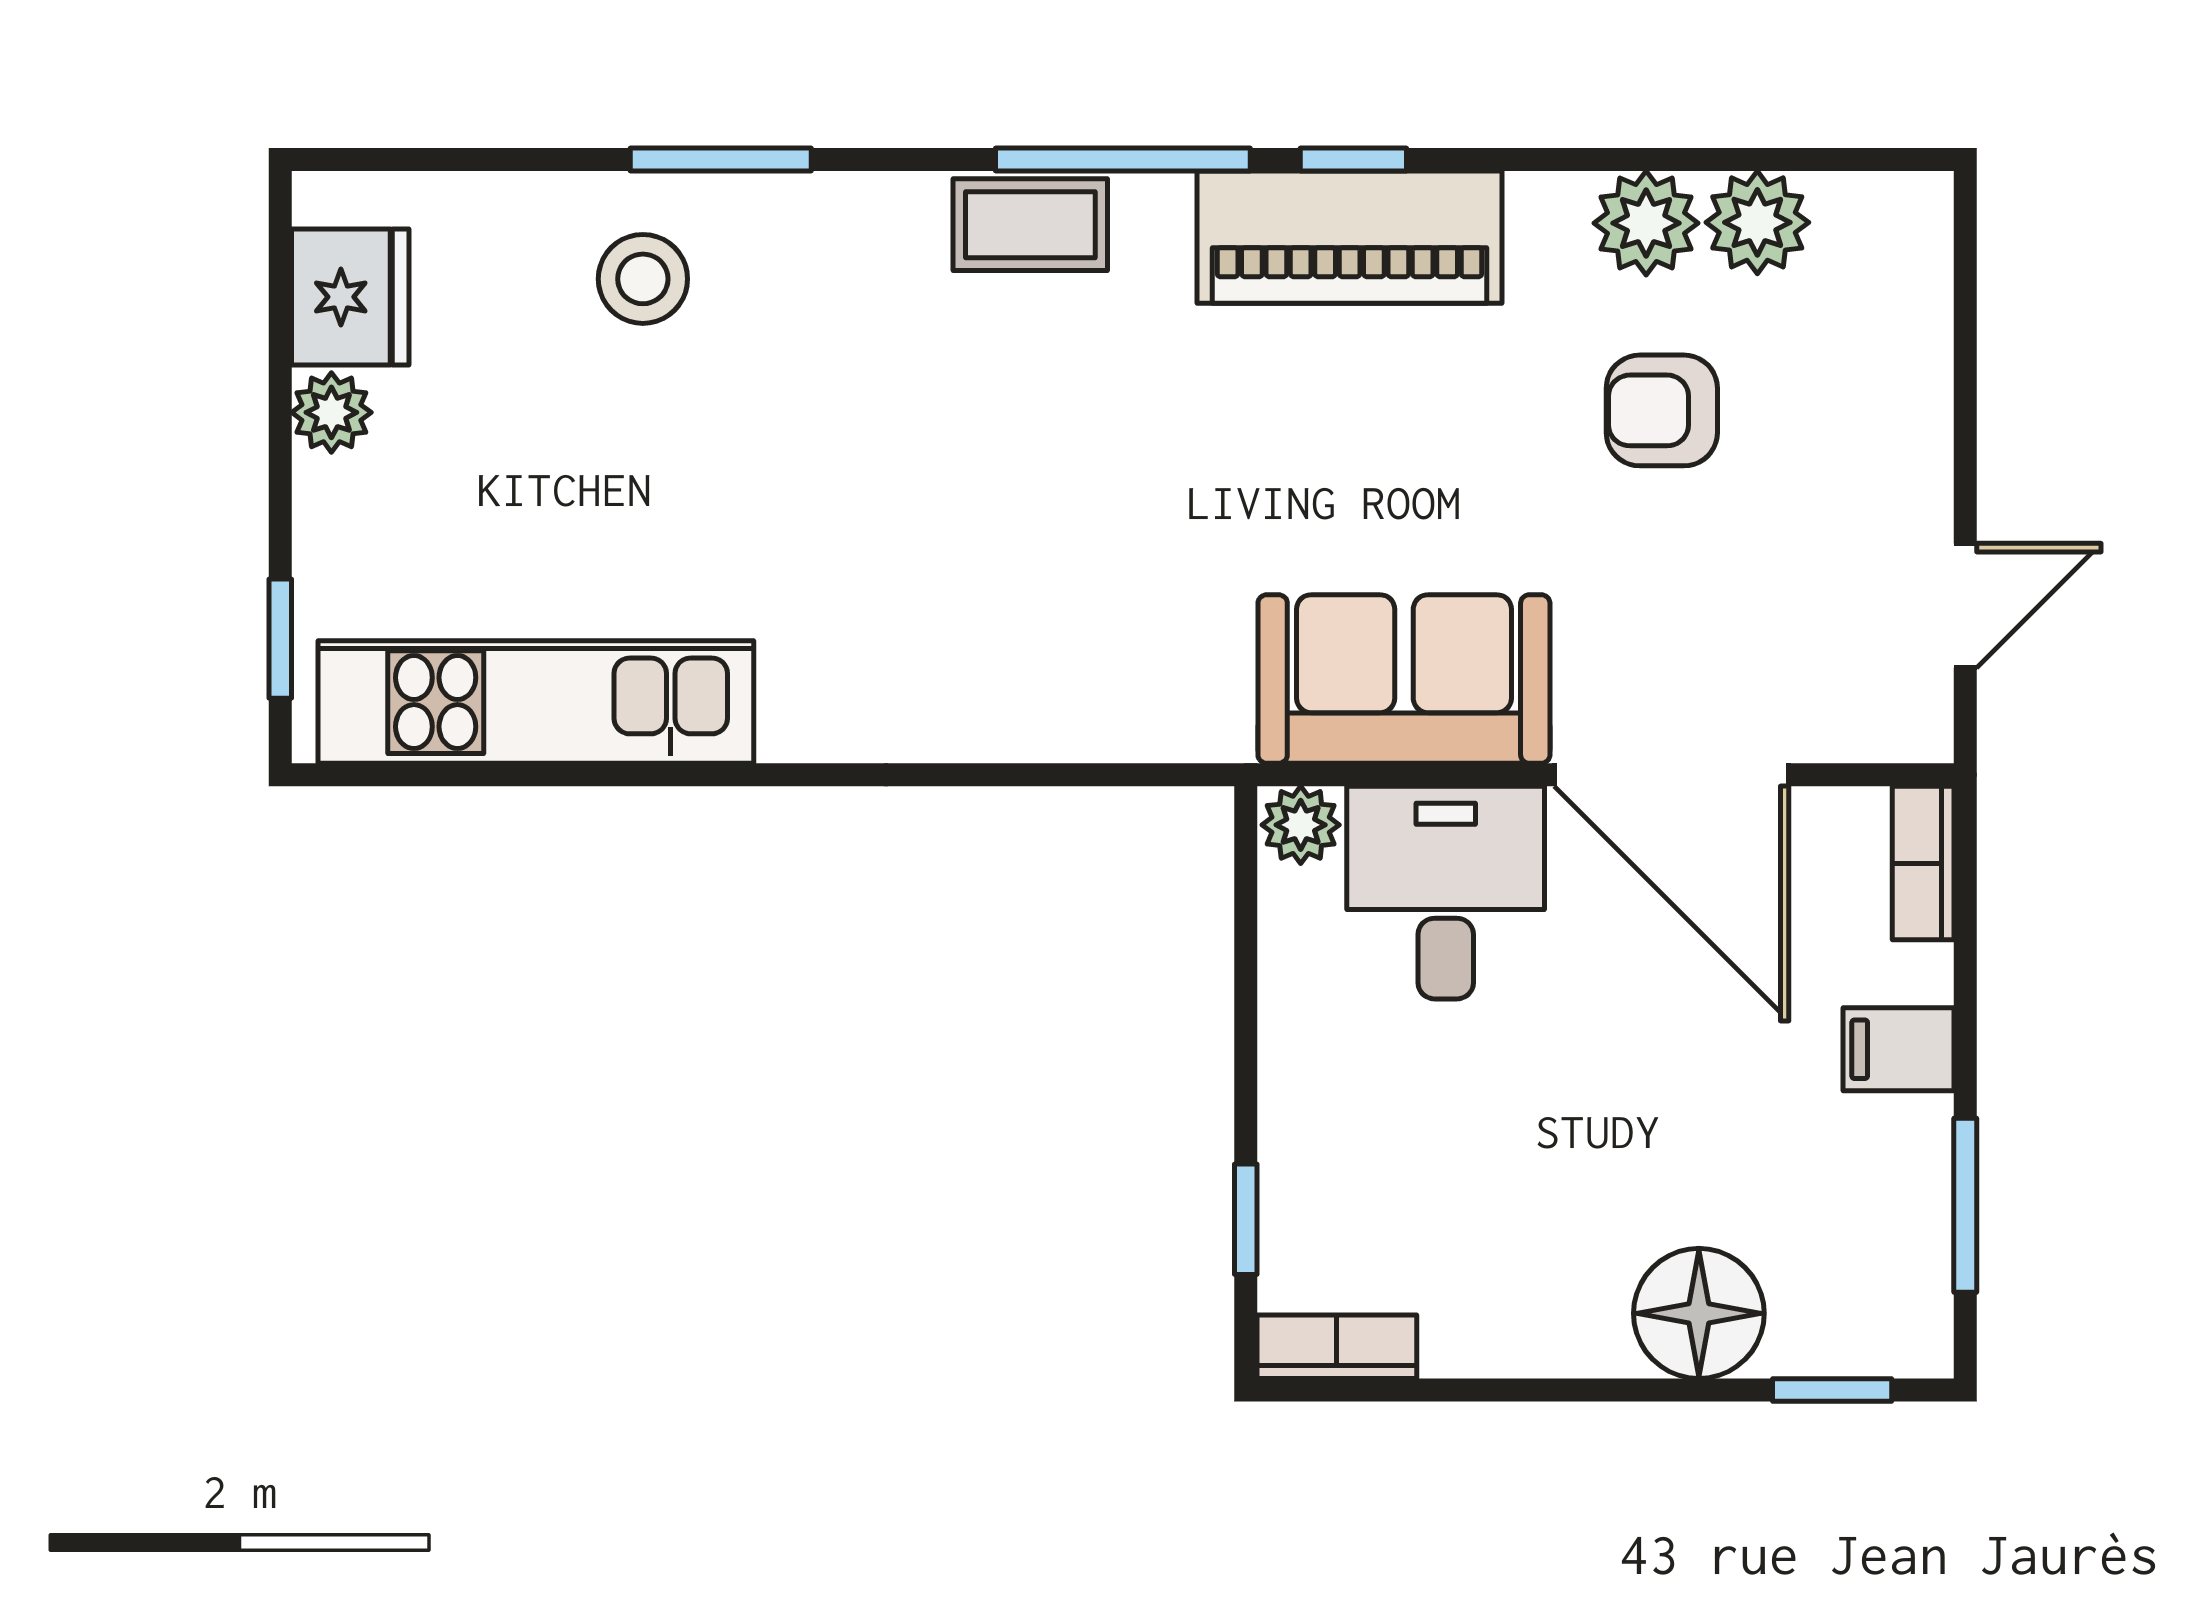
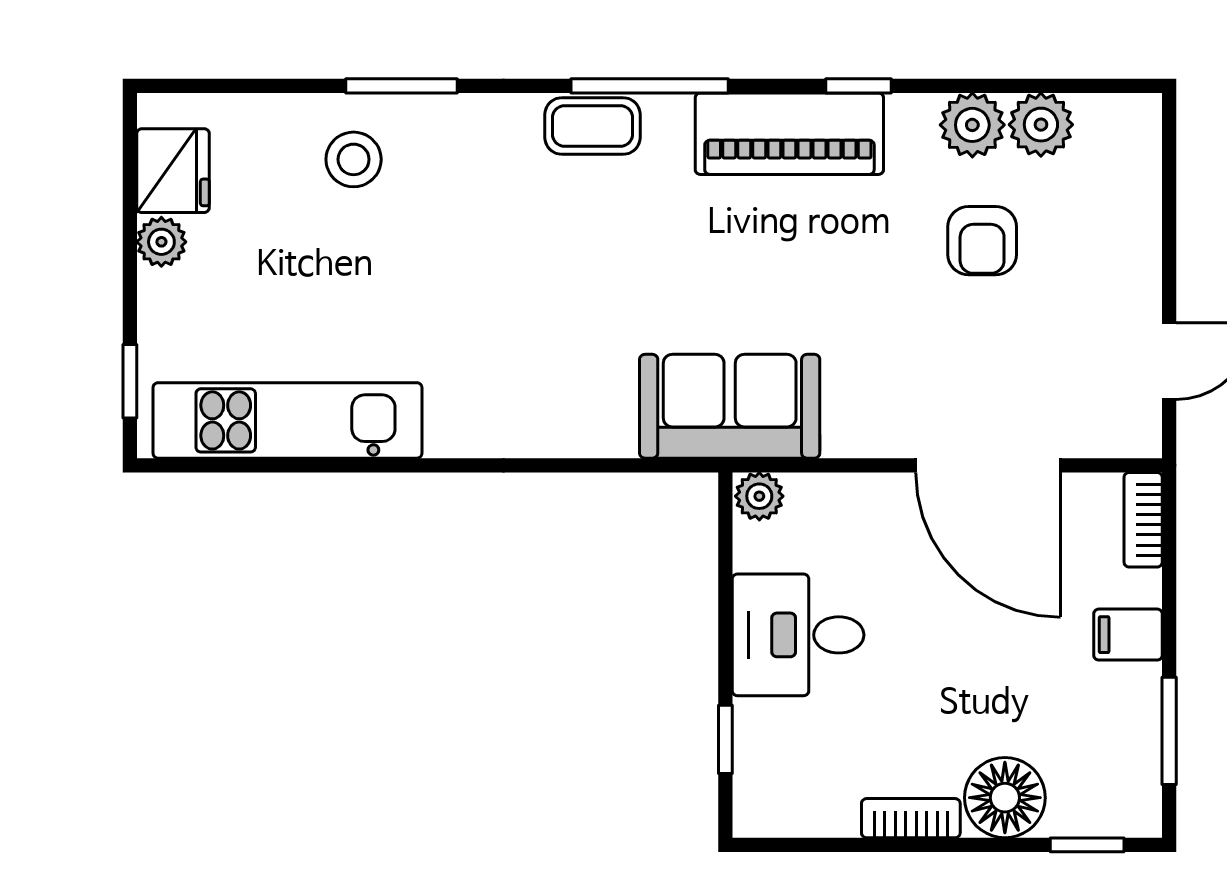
window: (1353, 159) -> (858, 86), moved
armchair: (1662, 410) -> (982, 241), turned -90
sofa: (1404, 679) -> (730, 406), moved
desk: (1446, 893) -> (798, 635), moved, turned -90
bookcase: (1337, 1347) -> (911, 818), moved

